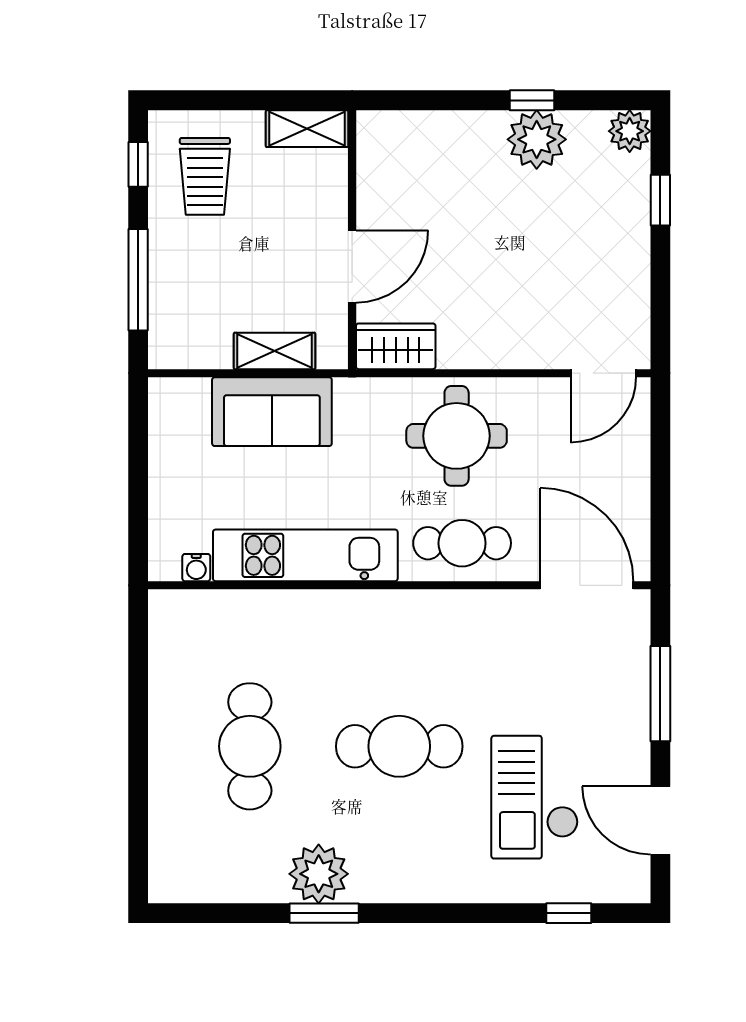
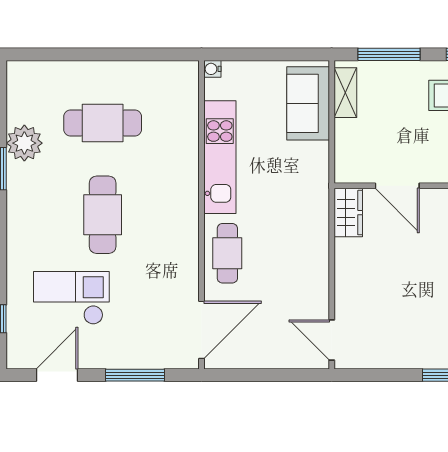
shelving: (275, 351) -> (345, 93), moved
sofa: (272, 412) -> (308, 103), moved
round table: (457, 436) -> (293, 250), removed
water cooler: (196, 568) -> (212, 69), moved
plant: (319, 874) -> (24, 143), moved

